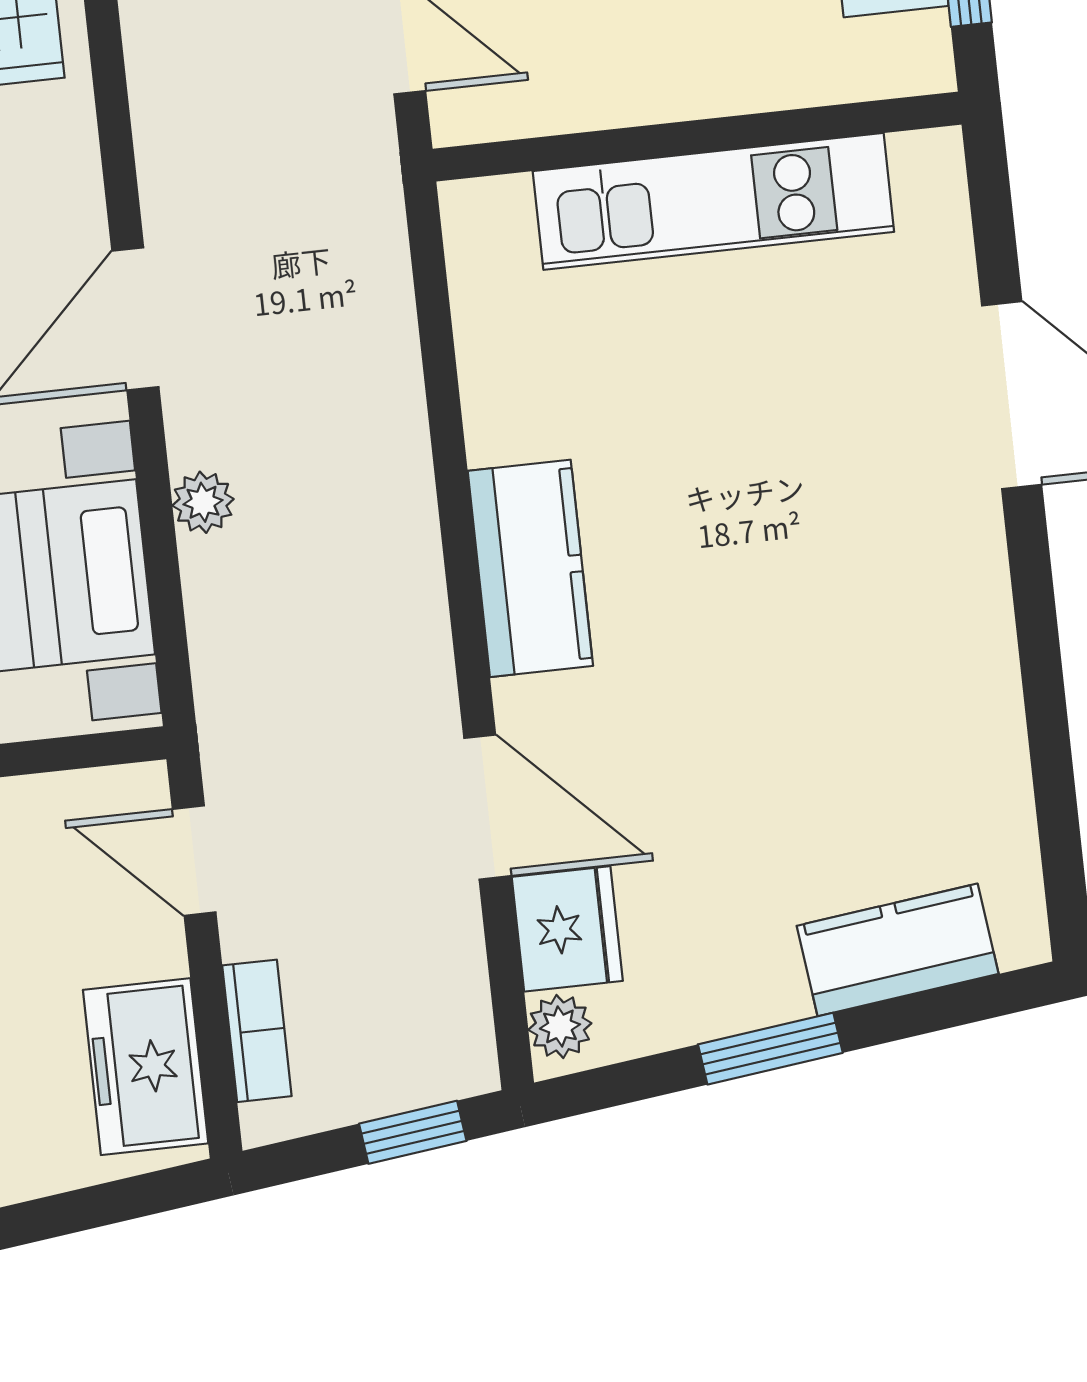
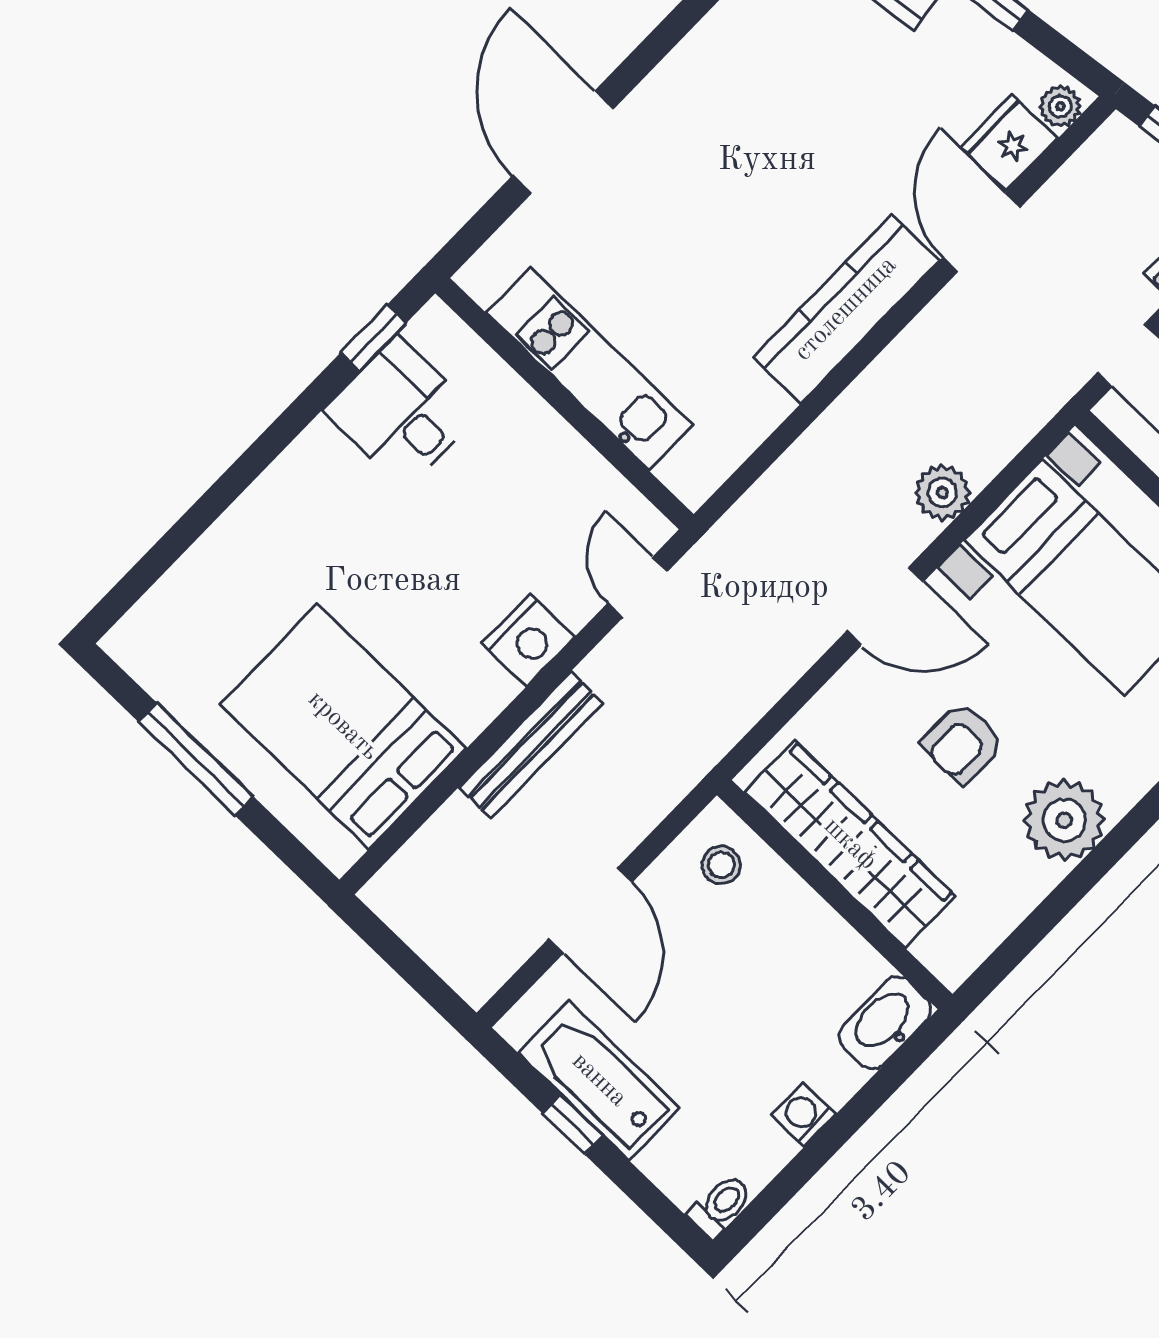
plant: (203, 502) -> (942, 493), width x1.38, depth x1.38
kitchen counter: (530, 568) -> (846, 309), width x1.50

